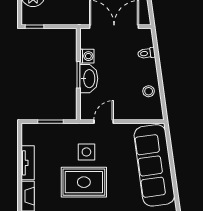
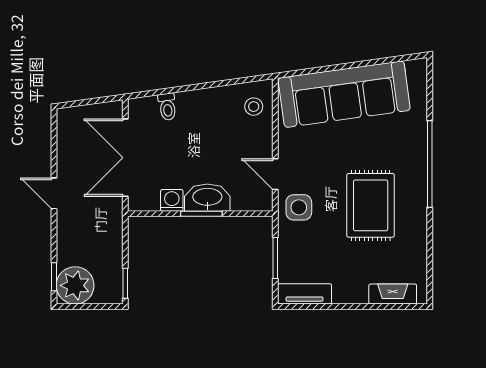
stool: (149, 91) -> (254, 107), moved
side table: (86, 152) -> (299, 207), moved
tv unit: (28, 163) -> (304, 294), moved

